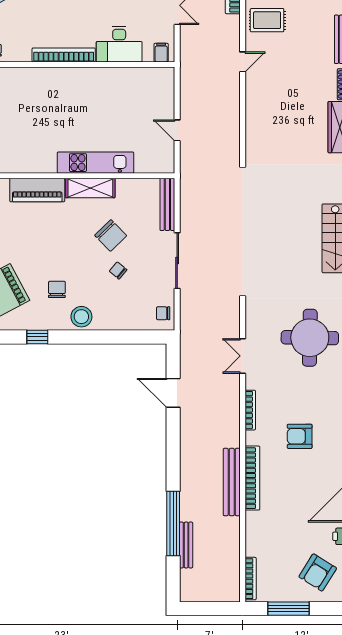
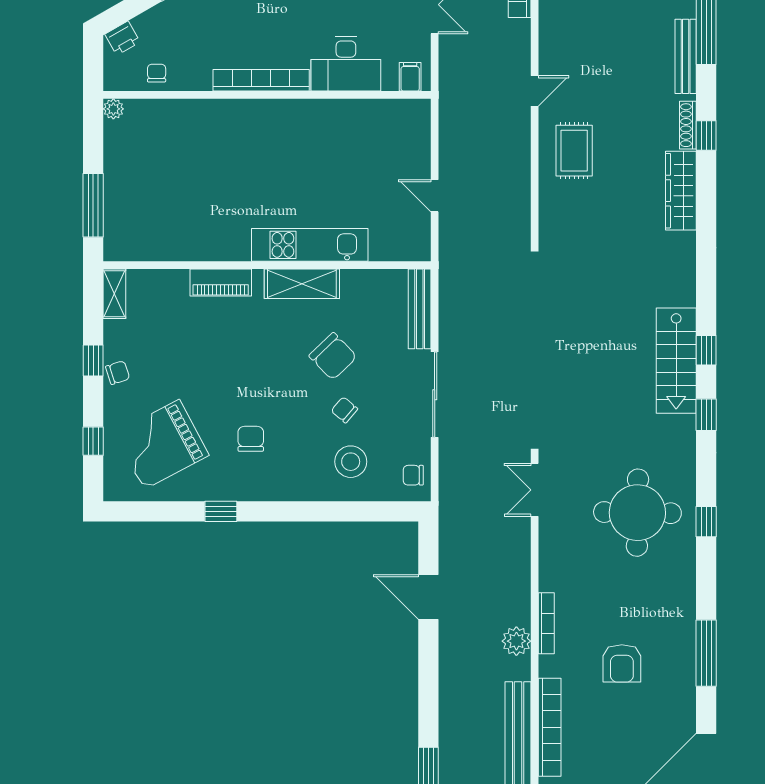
rug: (267, 20) -> (574, 151), moved, turned 90
piano: (37, 190) -> (221, 282), width x0.73, depth x0.75
stool: (81, 317) -> (351, 462), moved
double door: (243, 356) -> (535, 490), moved
plant: (231, 422) -> (516, 641), added
armchair: (300, 436) -> (622, 663), turned -90

